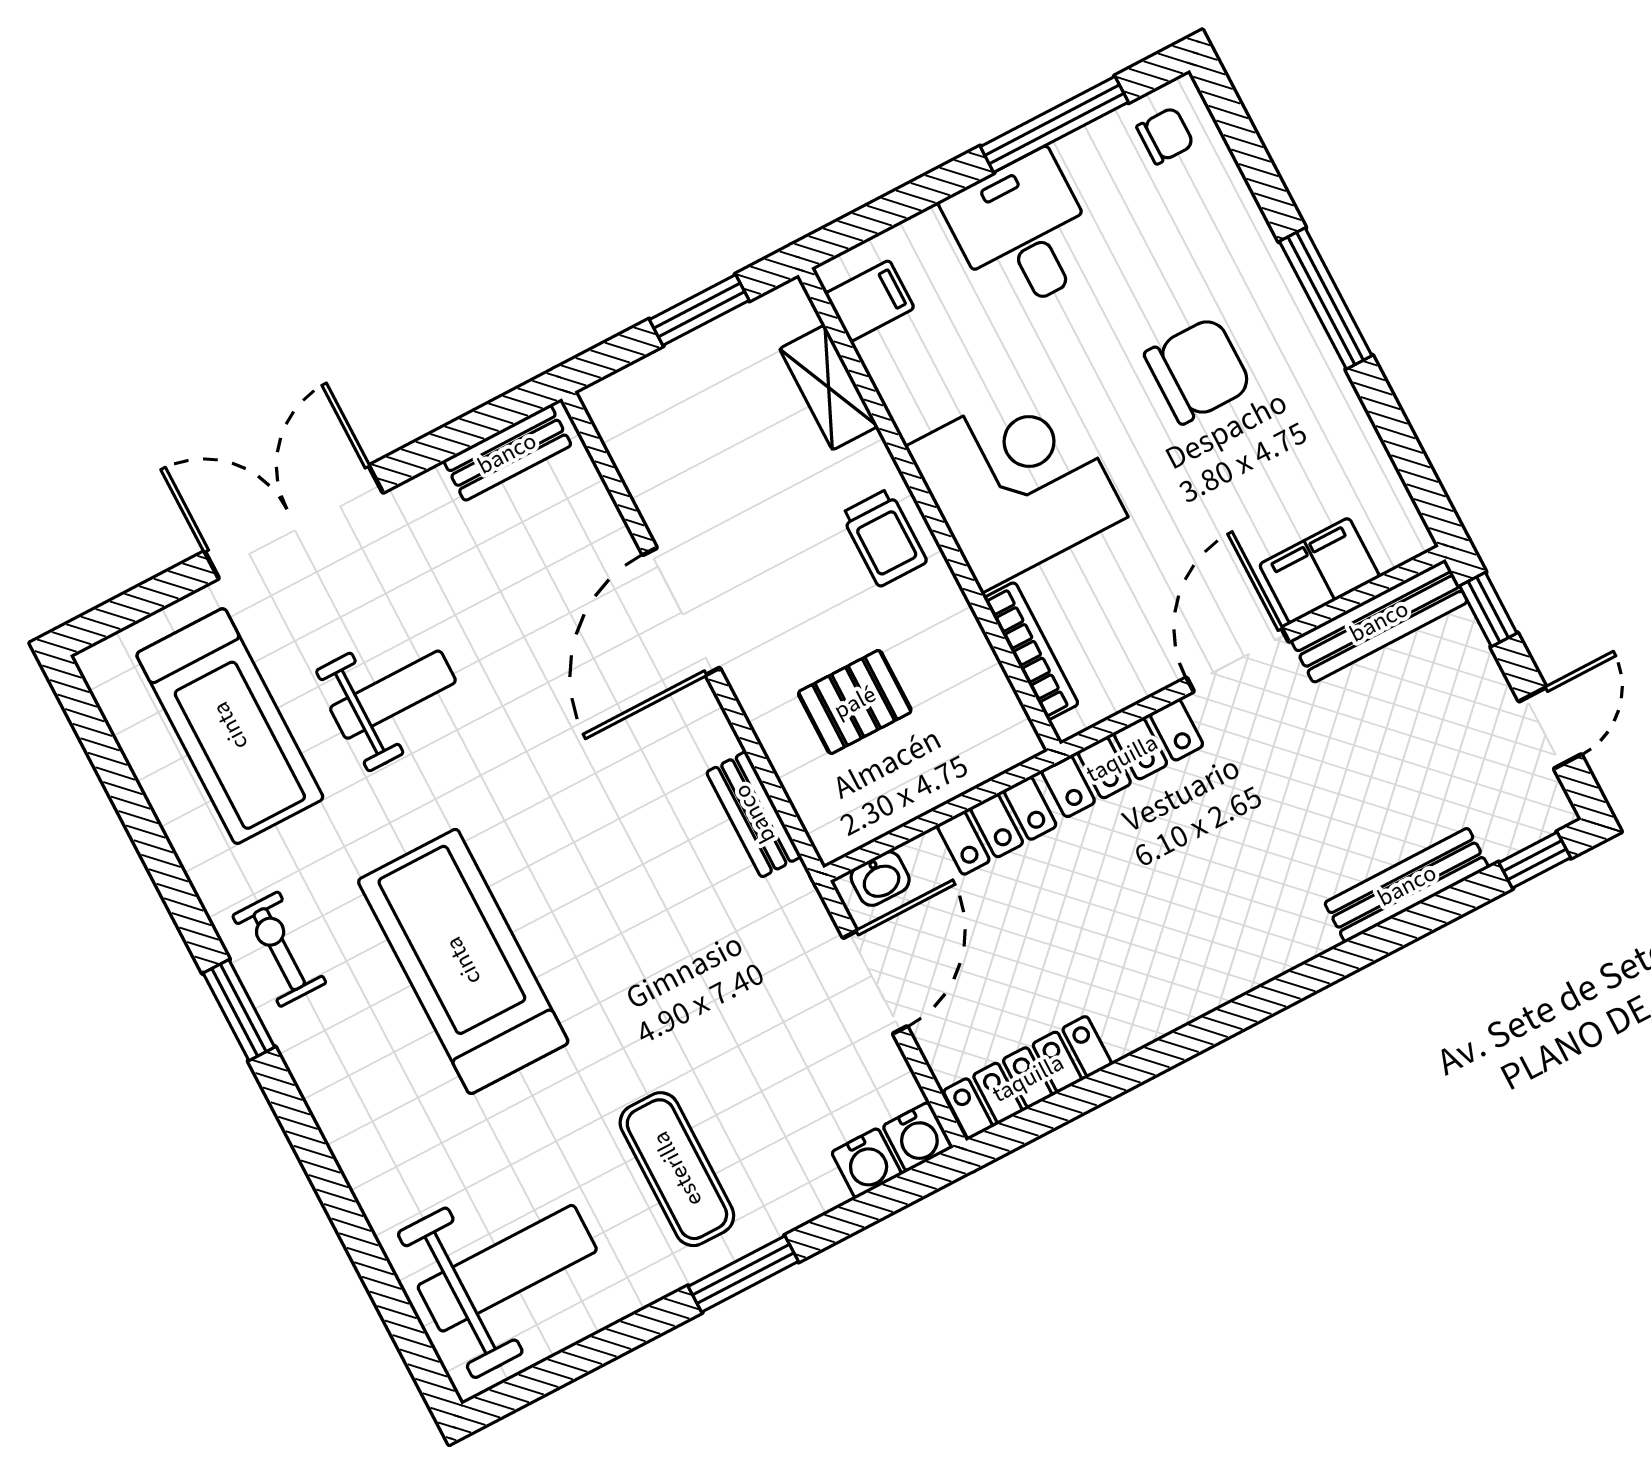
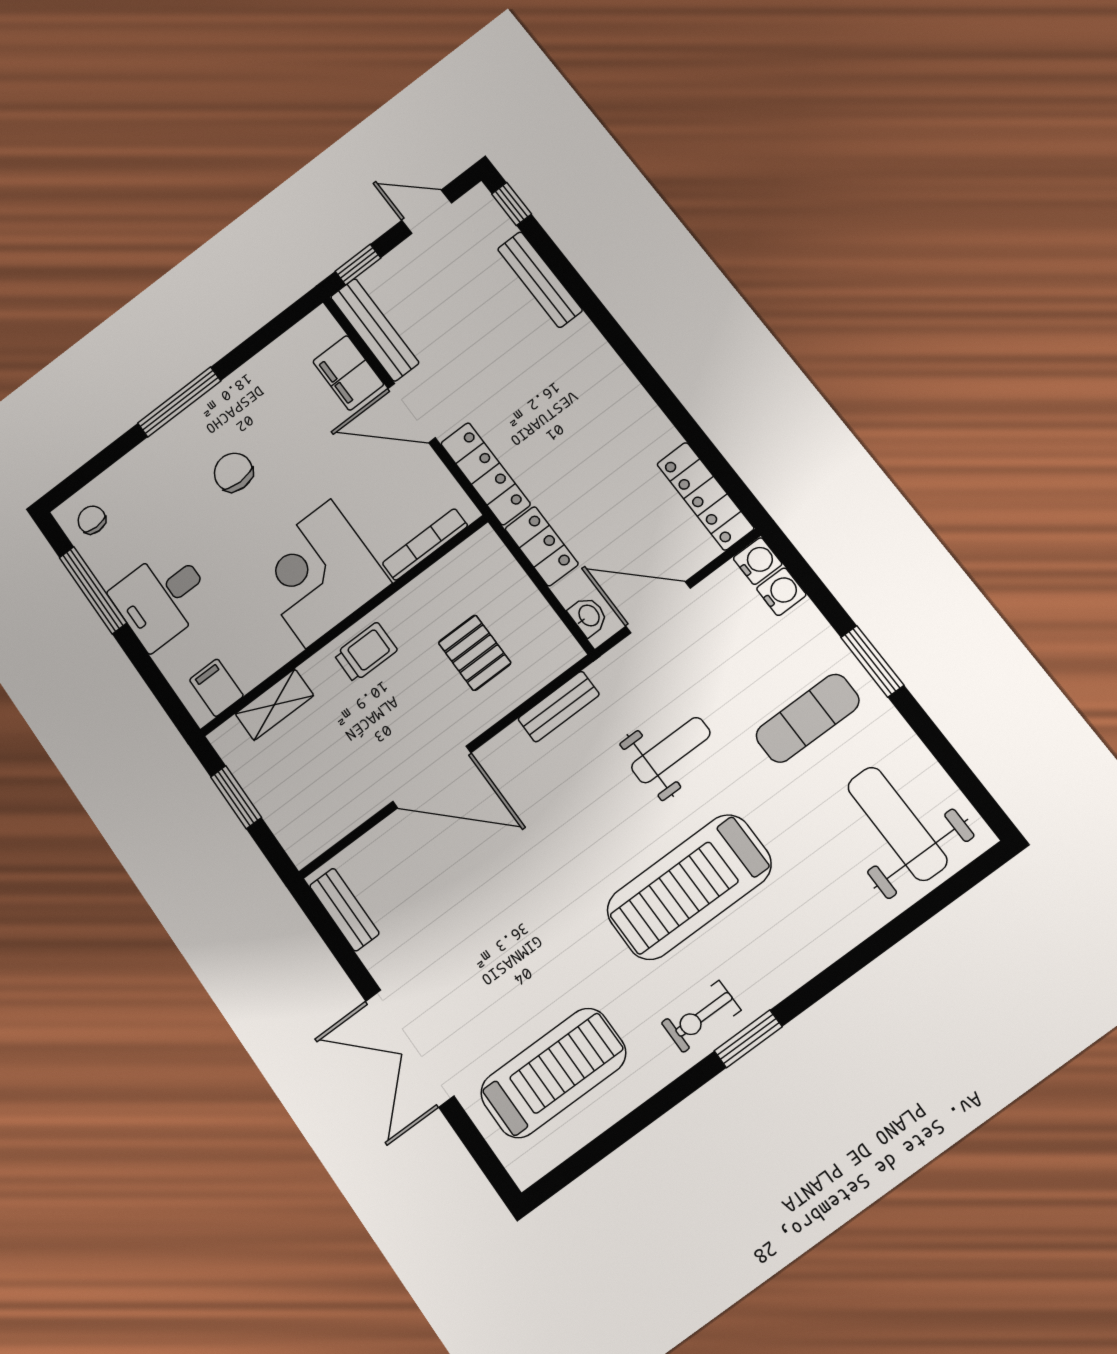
chair: (1198, 370) -> (233, 472), width x0.73, depth x0.73
weight bench: (393, 695) -> (671, 750), moved, turned 90

